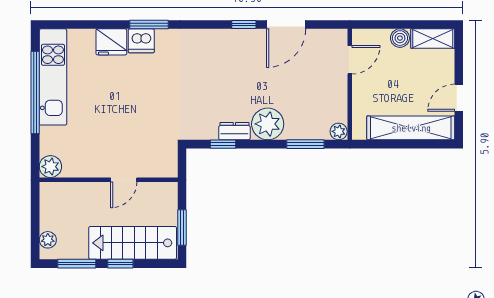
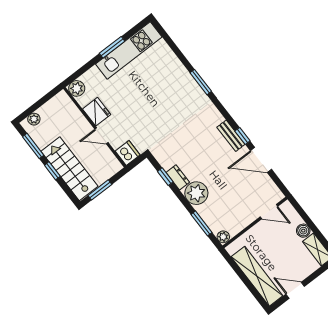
bench: (234, 37) -> (231, 136), added
dishwasher: (141, 41) -> (128, 153), moved, turned 180
fridge: (111, 42) -> (97, 112), moved, turned 180
window: (35, 93) -> (112, 47), width x0.47

